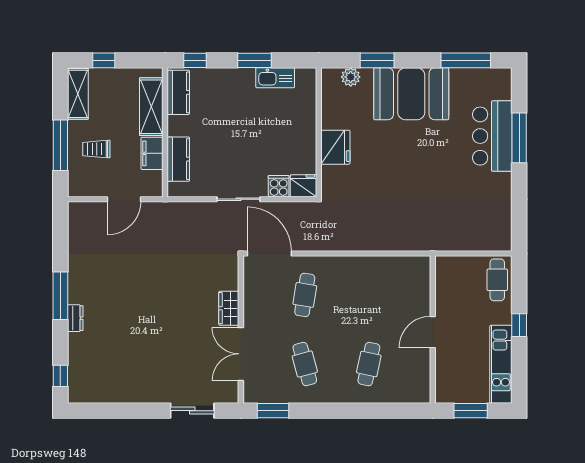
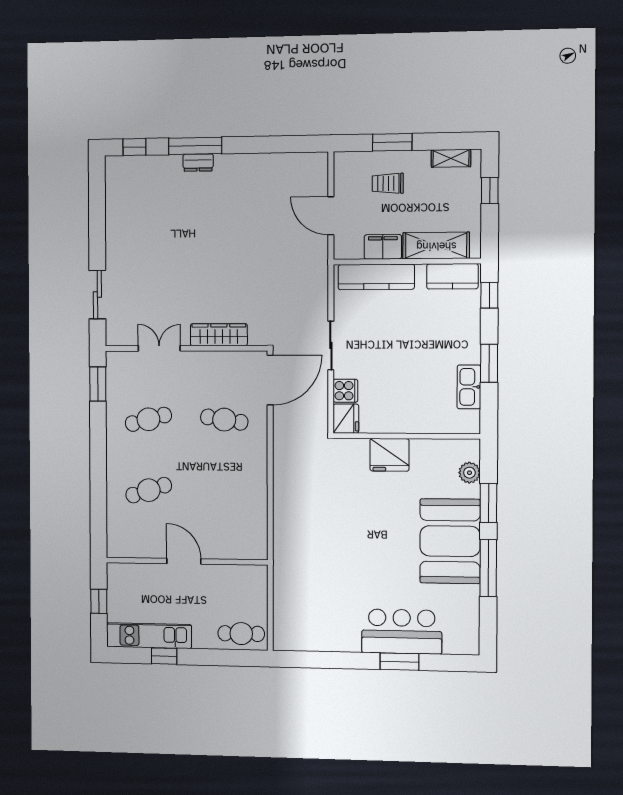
window: (466, 60) -> (488, 568), moved
shelving: (78, 94) -> (451, 158), width x0.67, depth x0.75
window: (519, 138) -> (400, 662), width x0.69
window: (60, 145) -> (392, 142), width x0.69
trolley: (96, 149) -> (388, 183), turned -90
kitchen counter: (178, 159) -> (376, 277), width x1.50
window: (60, 296) -> (195, 146), moved
wardrobe: (229, 308) -> (219, 335), width x1.50
window: (519, 325) -> (164, 656), moved
double door: (241, 354) -> (159, 348), width x0.73
cafe table: (369, 364) -> (149, 490), turned -30
window: (471, 411) -> (99, 601), width x0.67

